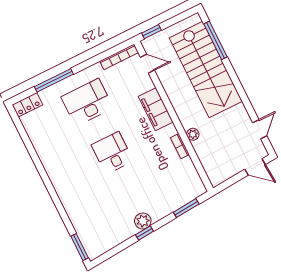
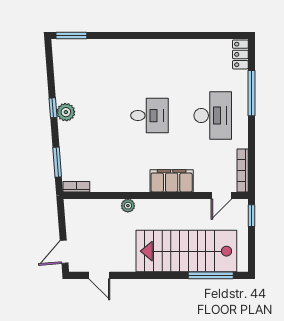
bookcase: (180, 146) -> (76, 187), moved

